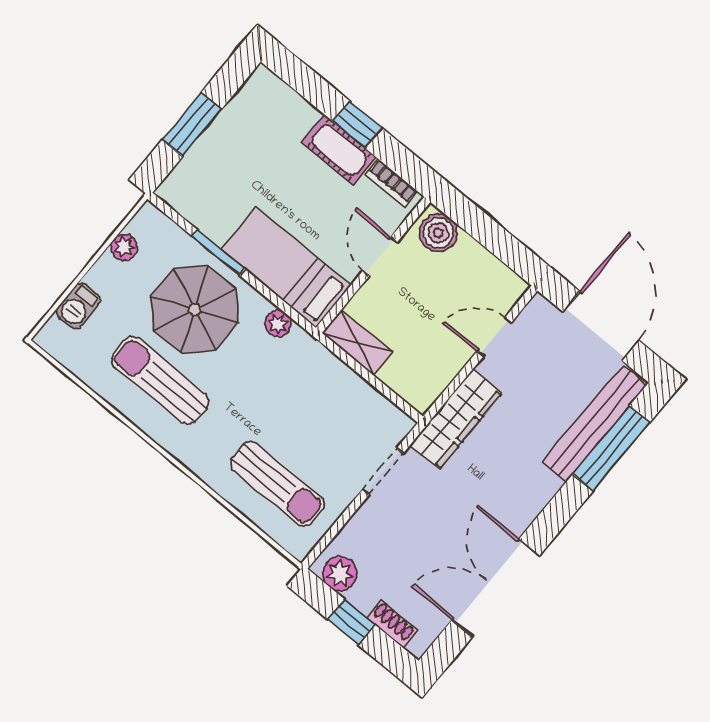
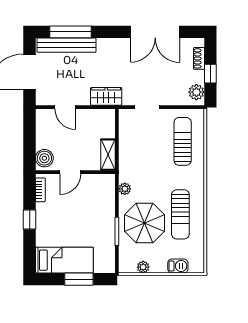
cot: (339, 150) -> (44, 219), removed
bed: (286, 267) -> (64, 260), moved, turned -90
wardrobe: (456, 419) -> (106, 96), width x0.67

